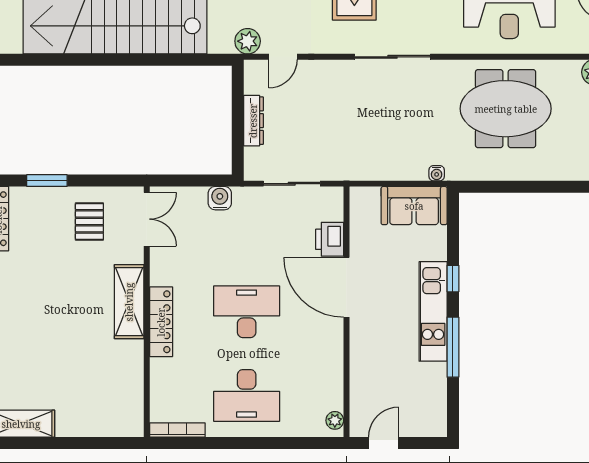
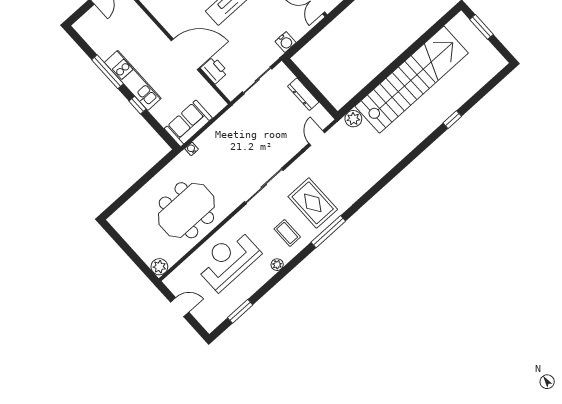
plant: (248, 41) -> (353, 119), moved

